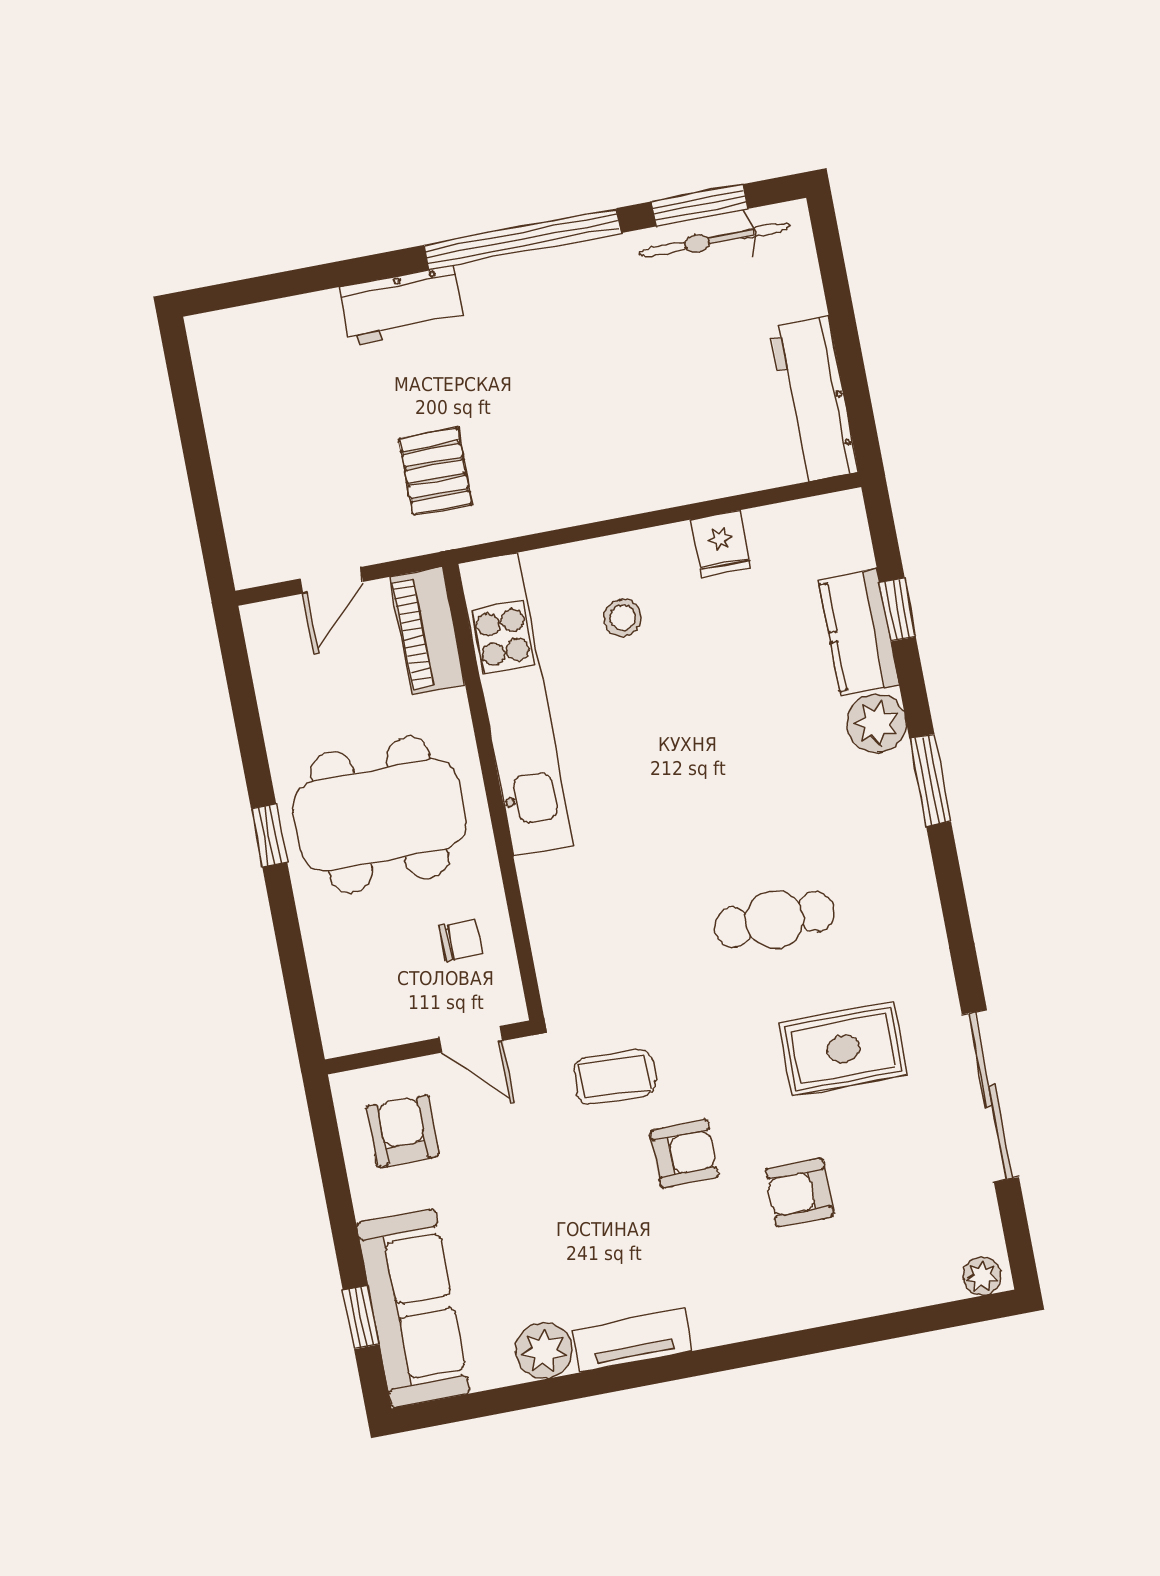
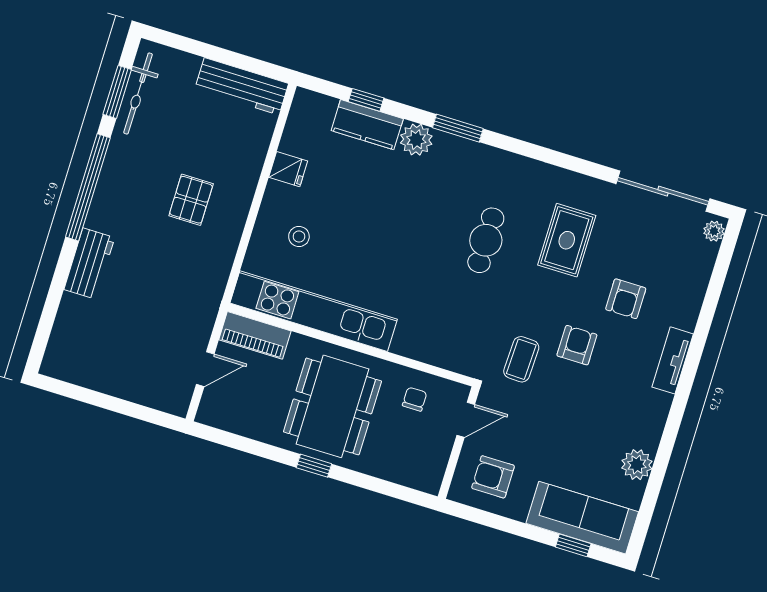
pallet: (435, 471) -> (191, 200), moved, turned 90
door: (331, 580) -> (205, 369), hinge flipped
sliding door: (990, 1096) -> (663, 191), moved
tv unit: (633, 1340) -> (673, 360), moved

